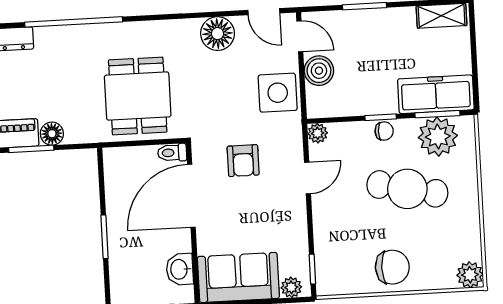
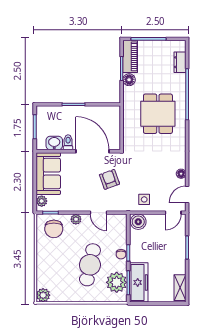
floor lamp: (218, 34) -> (181, 174), width x0.53, depth x0.53
boiler: (319, 71) -> (138, 222), moved
side table: (278, 93) -> (144, 199), width x0.54, depth x0.54
dining table: (138, 96) -> (158, 114), moved, turned 90
plant: (318, 133) -> (76, 219), moved
toilet: (172, 153) -> (68, 142), moved
armchair: (243, 161) -> (109, 179), turned 70
chair: (392, 267) -> (54, 229), moved

